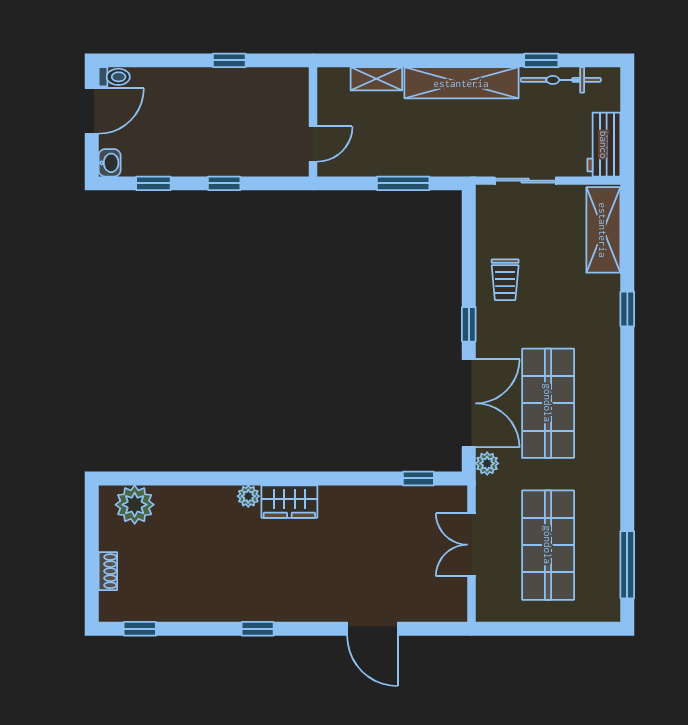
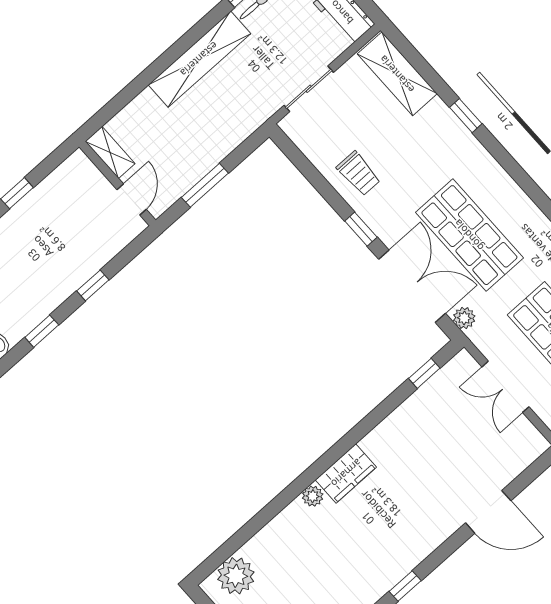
shelving: (376, 79) -> (110, 152), moved, turned 90
window: (403, 183) -> (205, 185), moved

